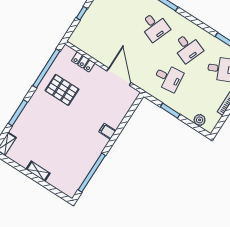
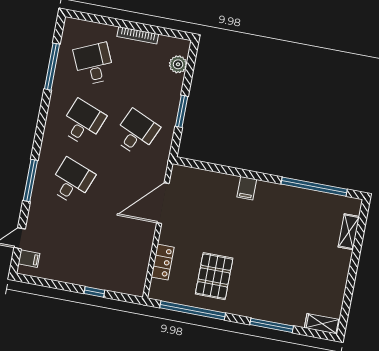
desk: (168, 78) -> (136, 133), turned 30
shelving: (38, 171) -> (349, 232), moved

